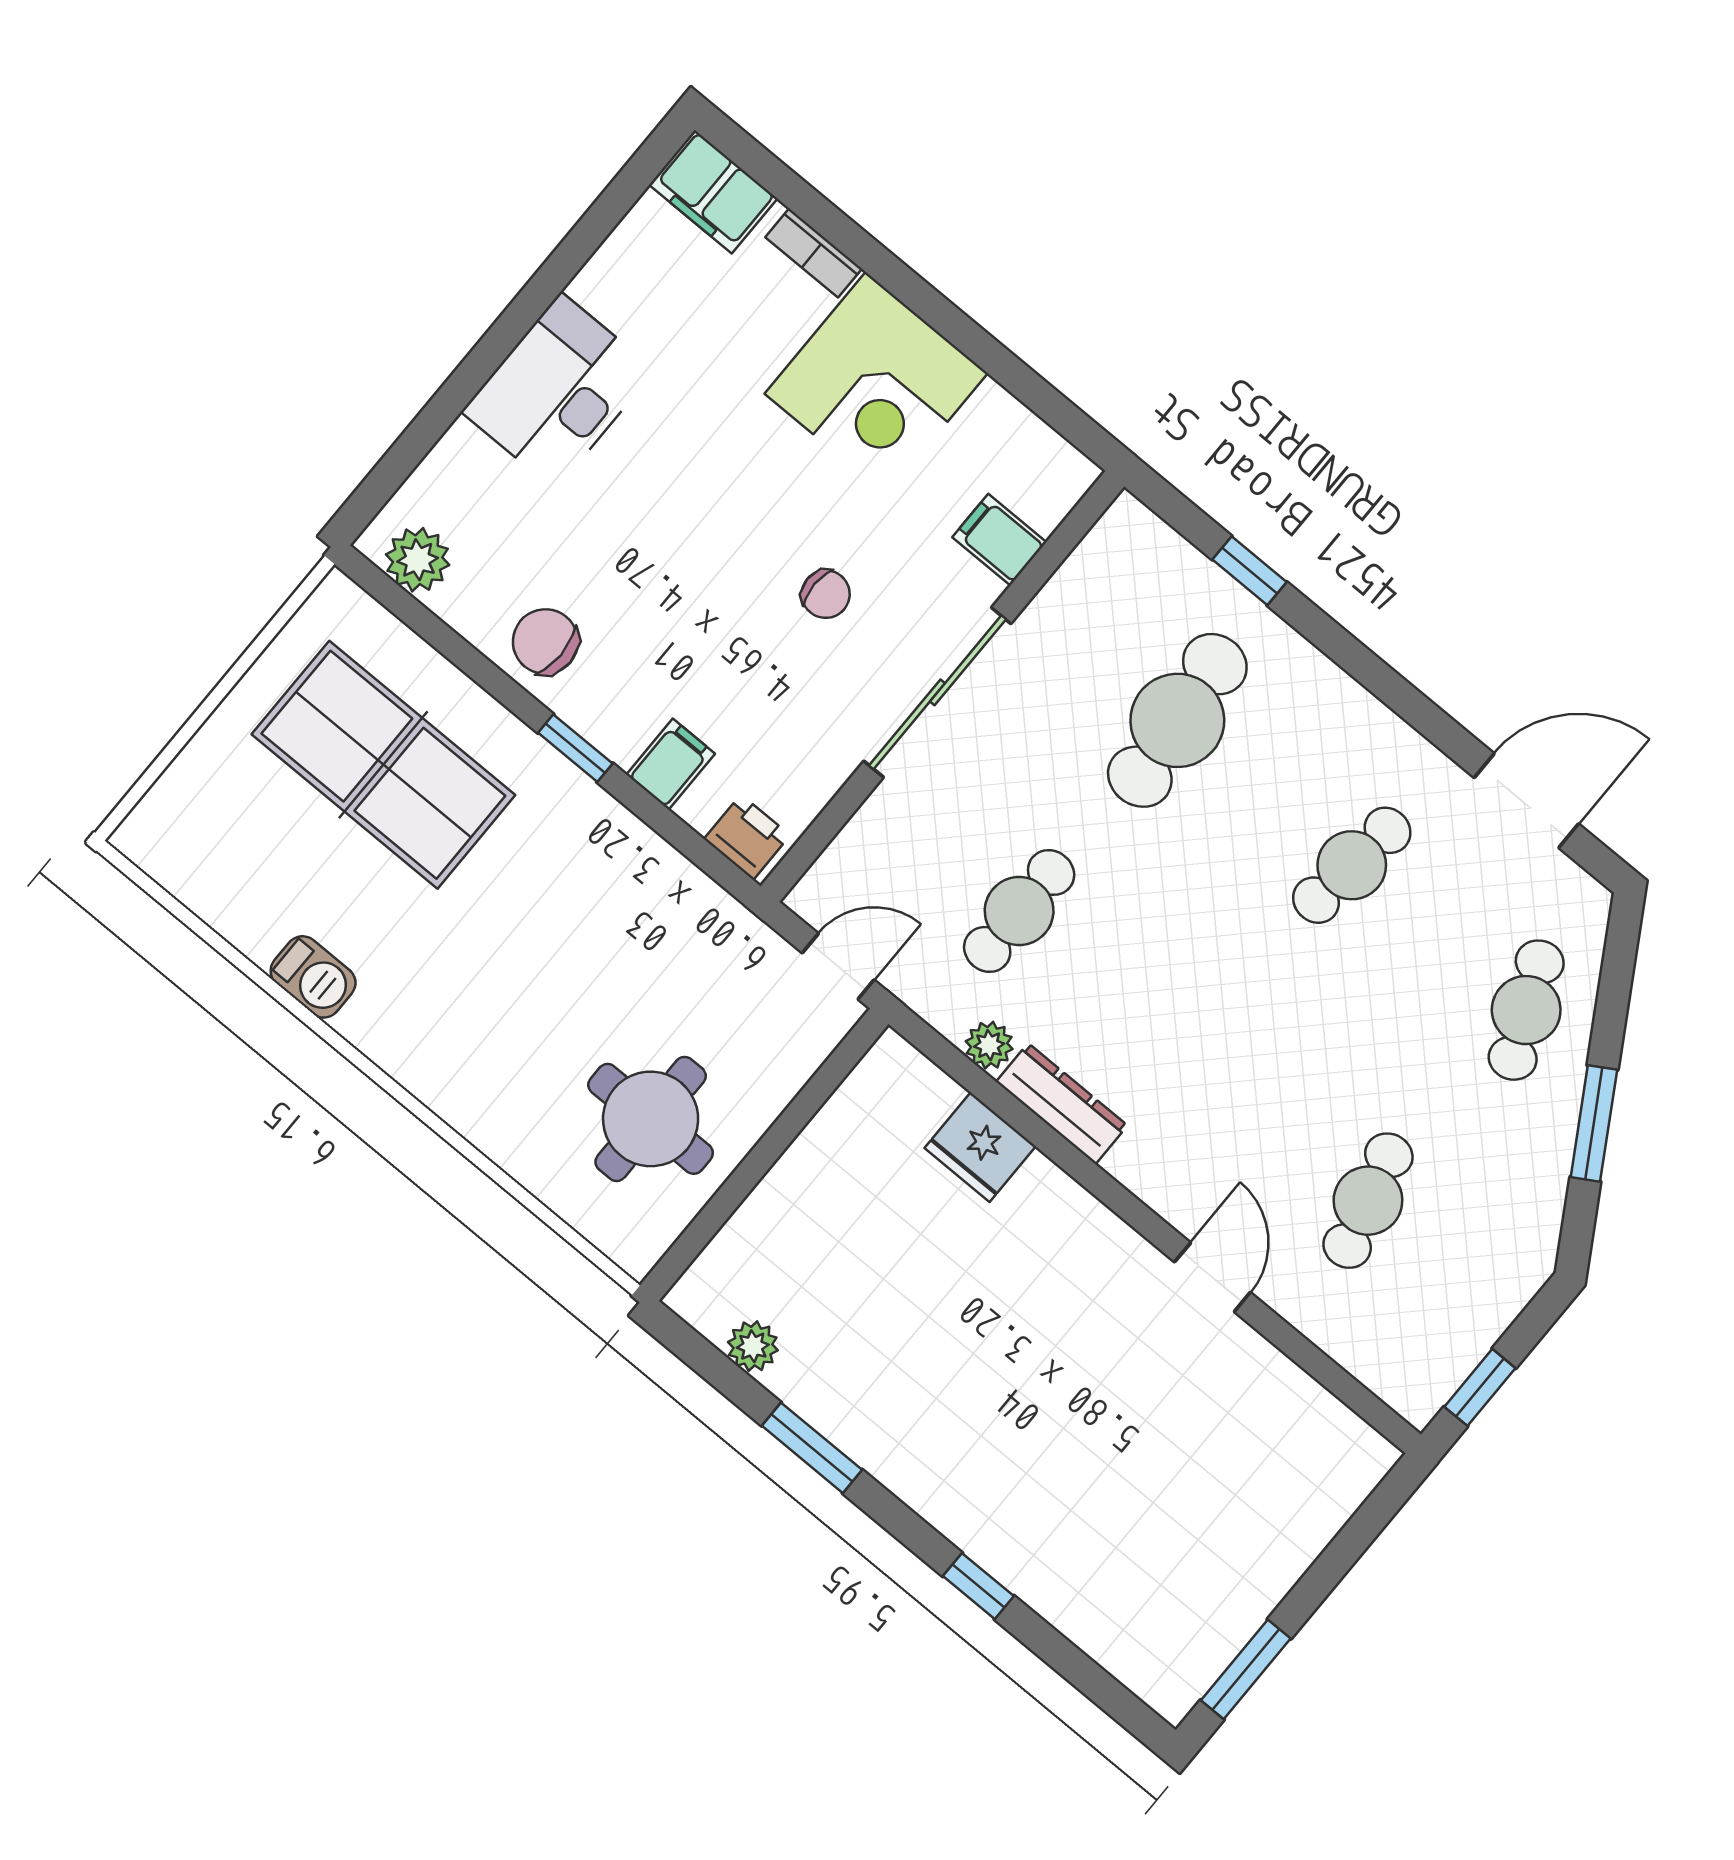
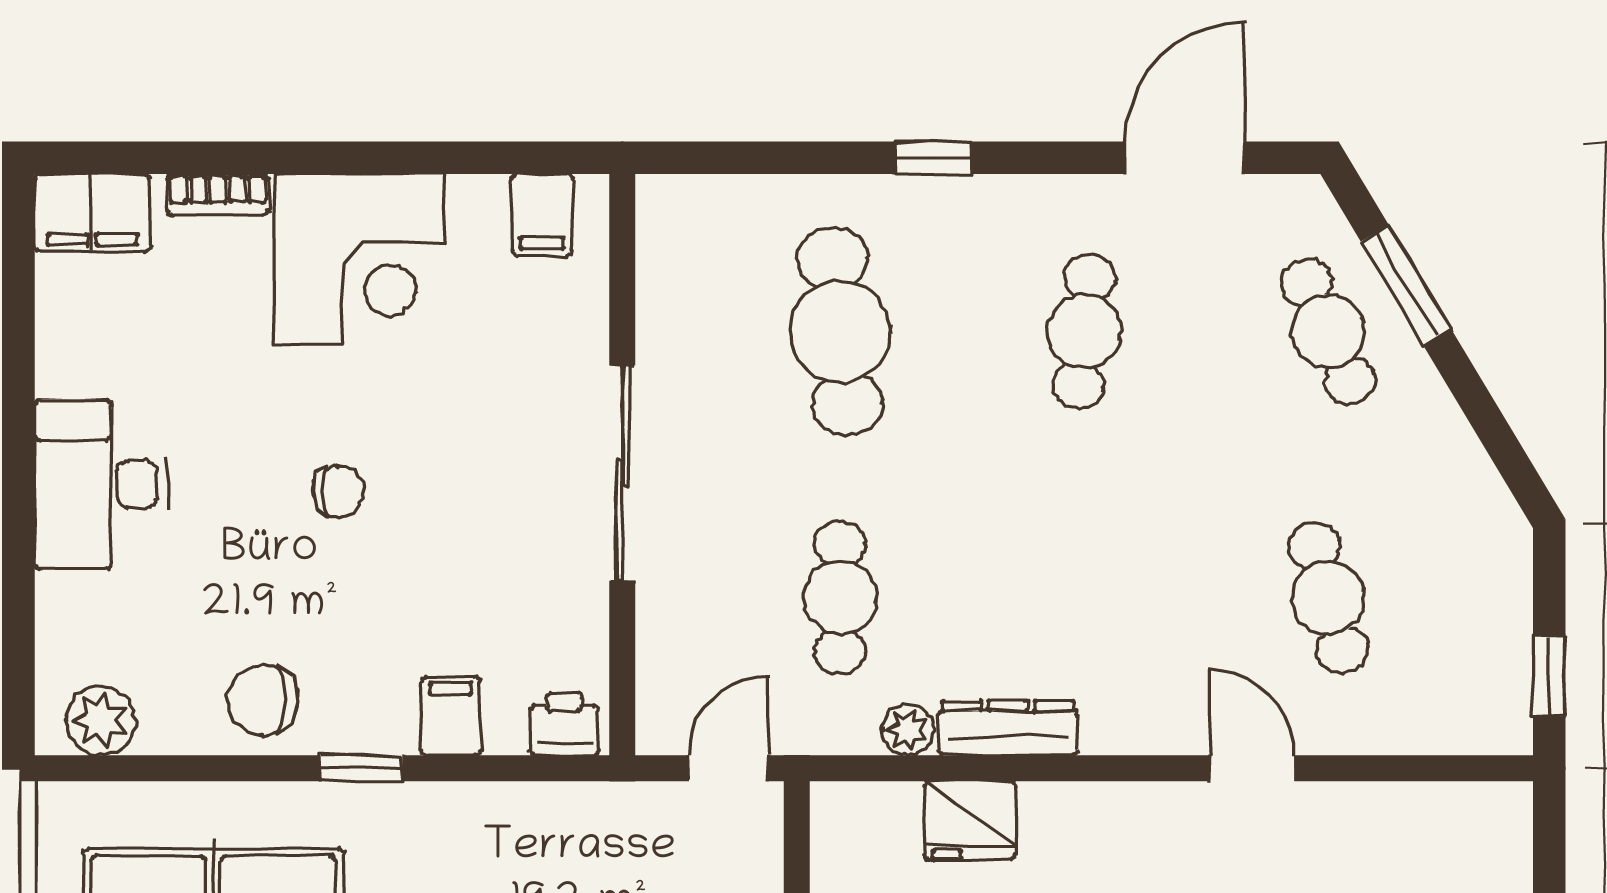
filing cabinet: (999, 540) -> (542, 215), moved, turned -90
window: (1250, 571) -> (933, 158), moved
chair: (826, 594) -> (338, 491), moved
window: (1594, 1123) -> (1406, 285), moved

